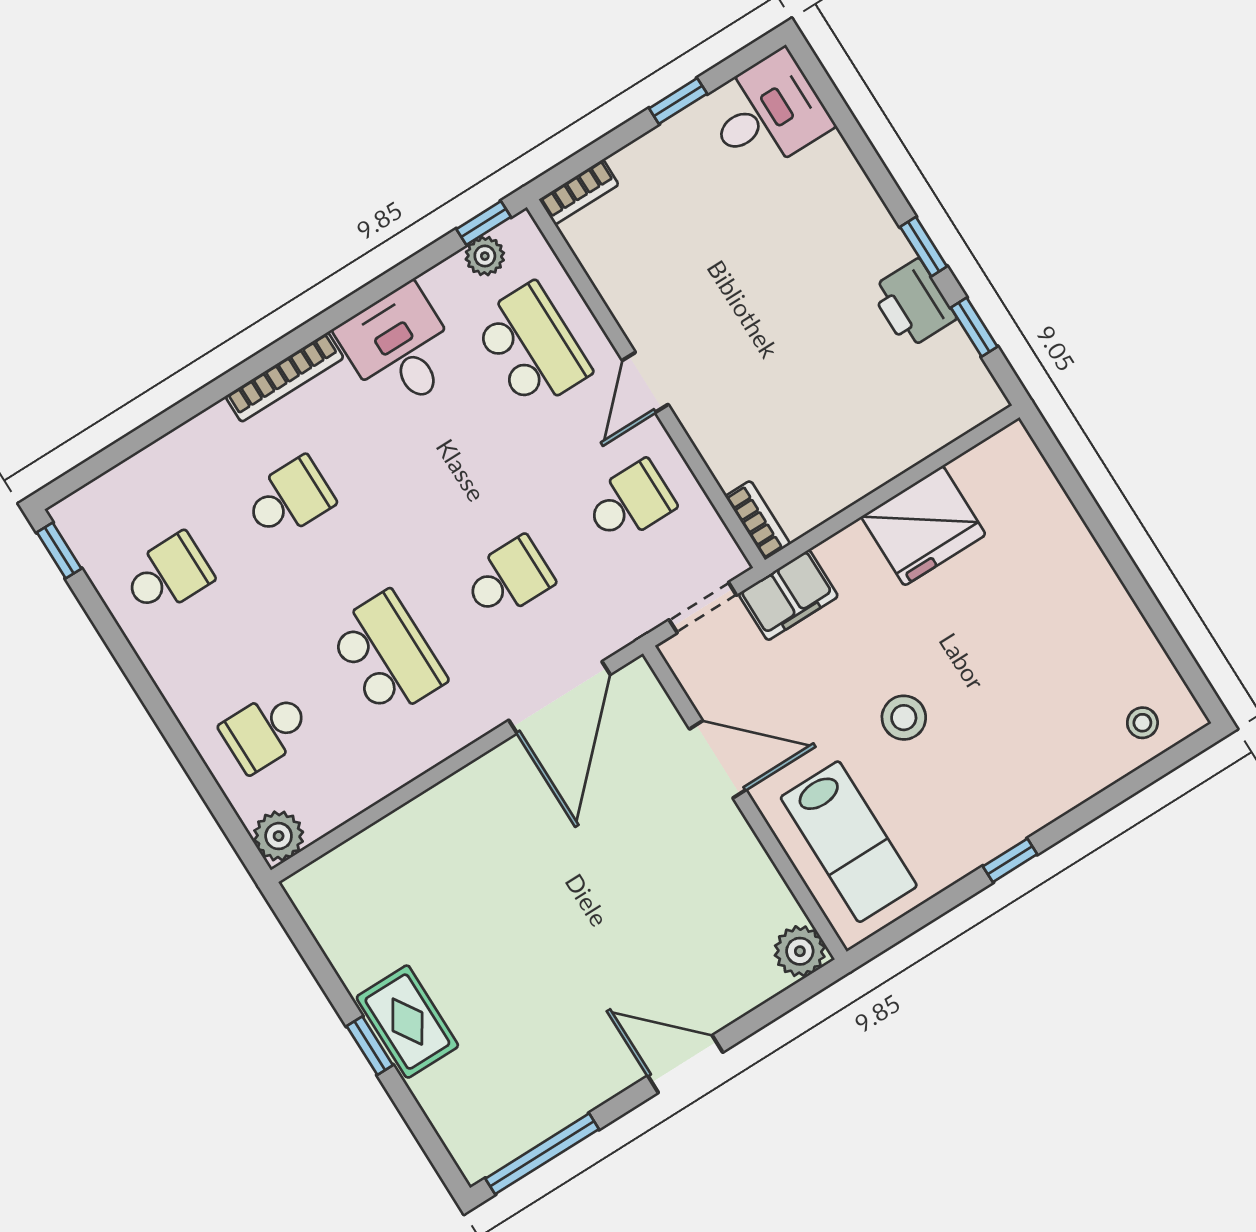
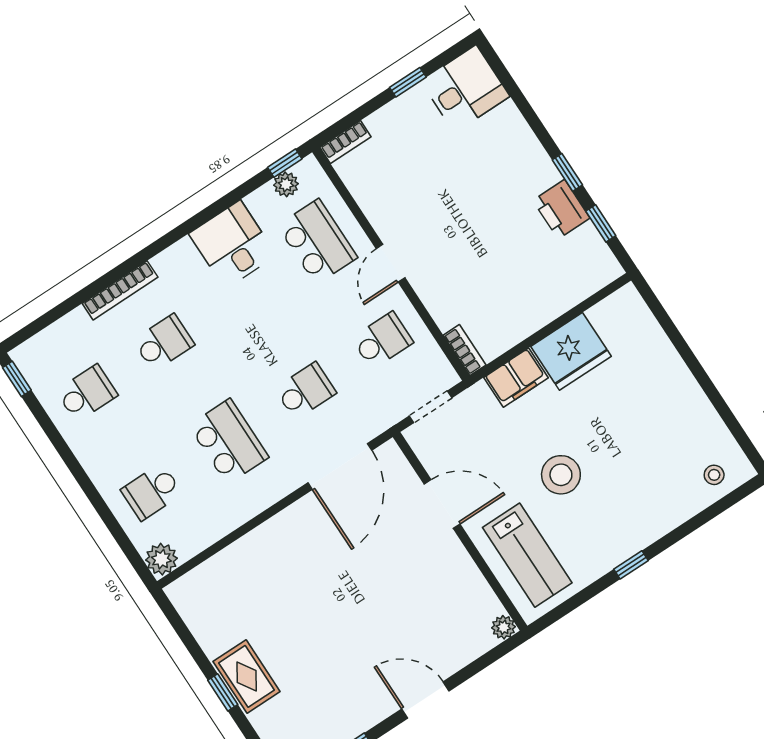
bookcase: (285, 377) -> (120, 290), moved
filing cabinet: (788, 595) -> (516, 378), moved
stool: (904, 718) -> (561, 475), width x1.38, depth x1.38
plant: (800, 951) -> (504, 627), width x0.73, depth x0.73

